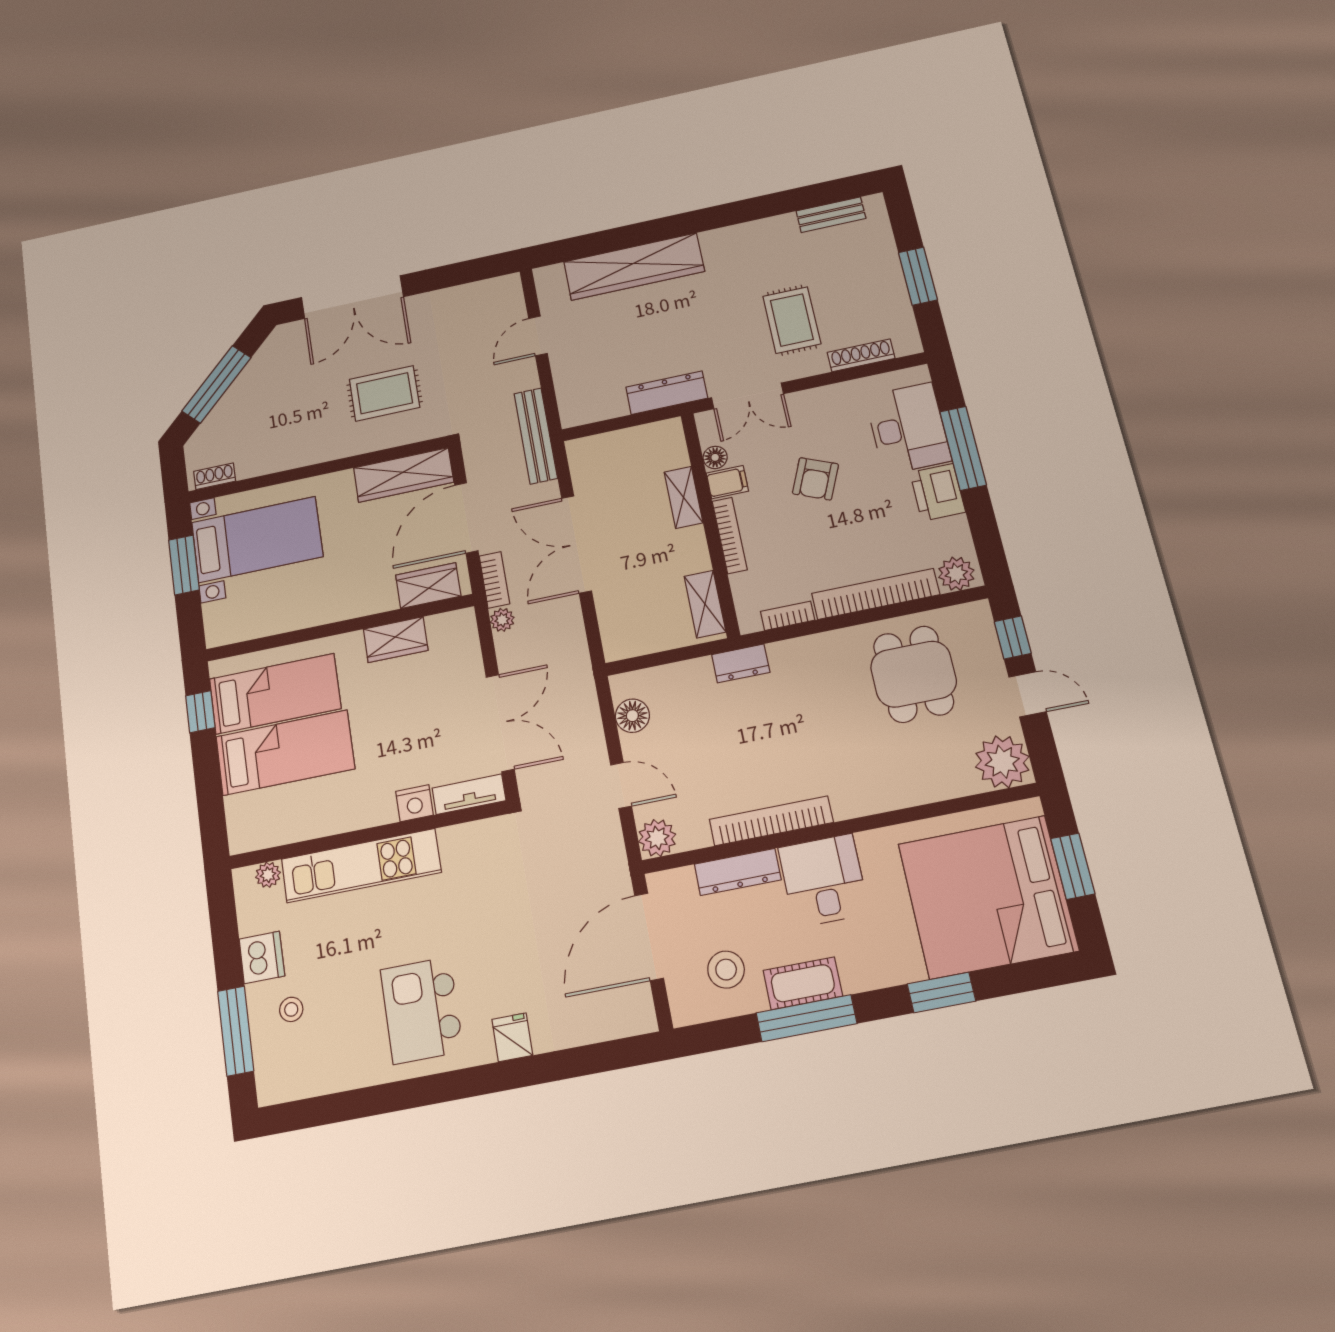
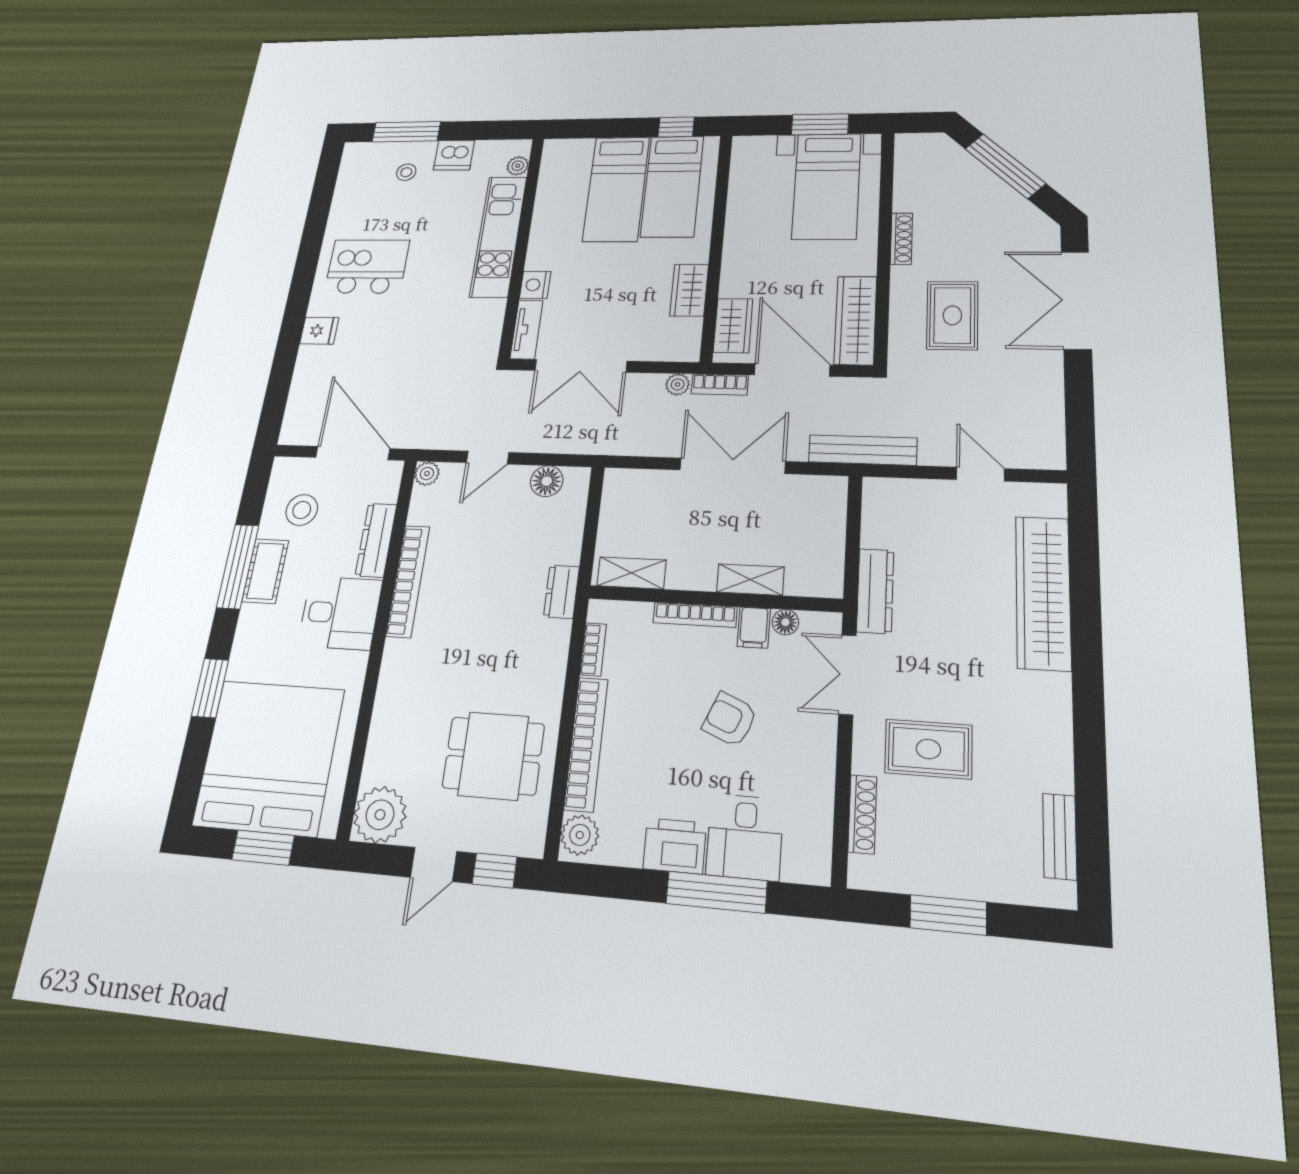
desk: (908, 428) -> (745, 837), width x0.73
shoe rack: (215, 476) -> (901, 239), moved, width x1.43
plant: (657, 838) -> (427, 474), width x0.73, depth x0.73

